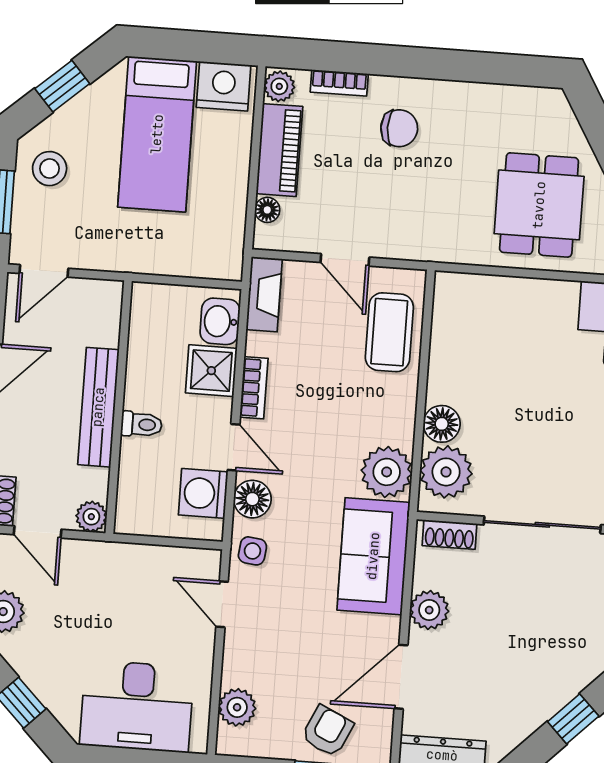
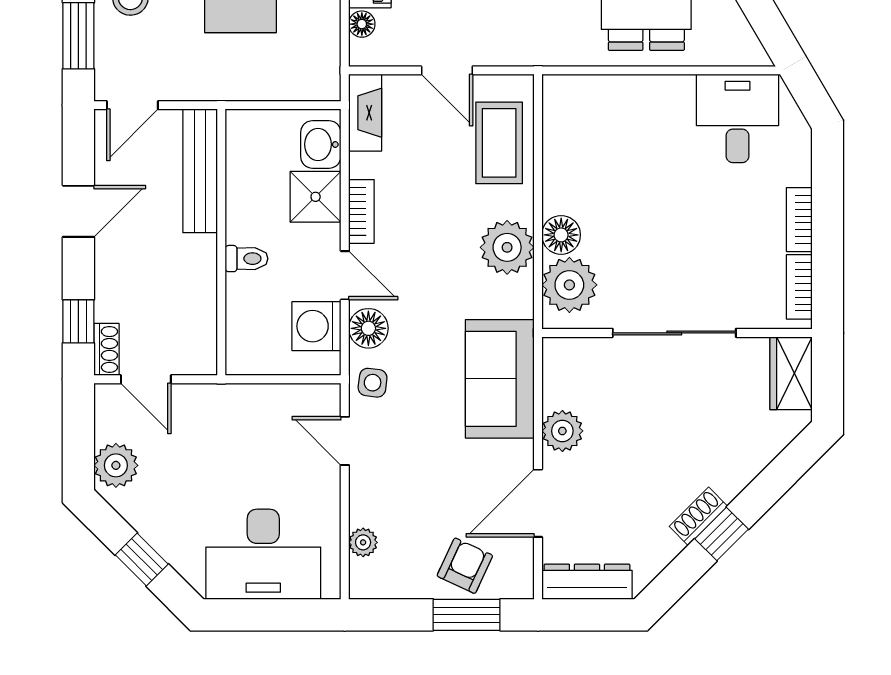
bench: (98, 407) -> (200, 171), moved
plant: (387, 472) -> (507, 247), moved
plant: (91, 517) -> (201, 359), removed
shoe rack: (449, 535) -> (698, 516), moved, turned 135
plant: (237, 707) -> (363, 542), width x0.73, depth x0.73

